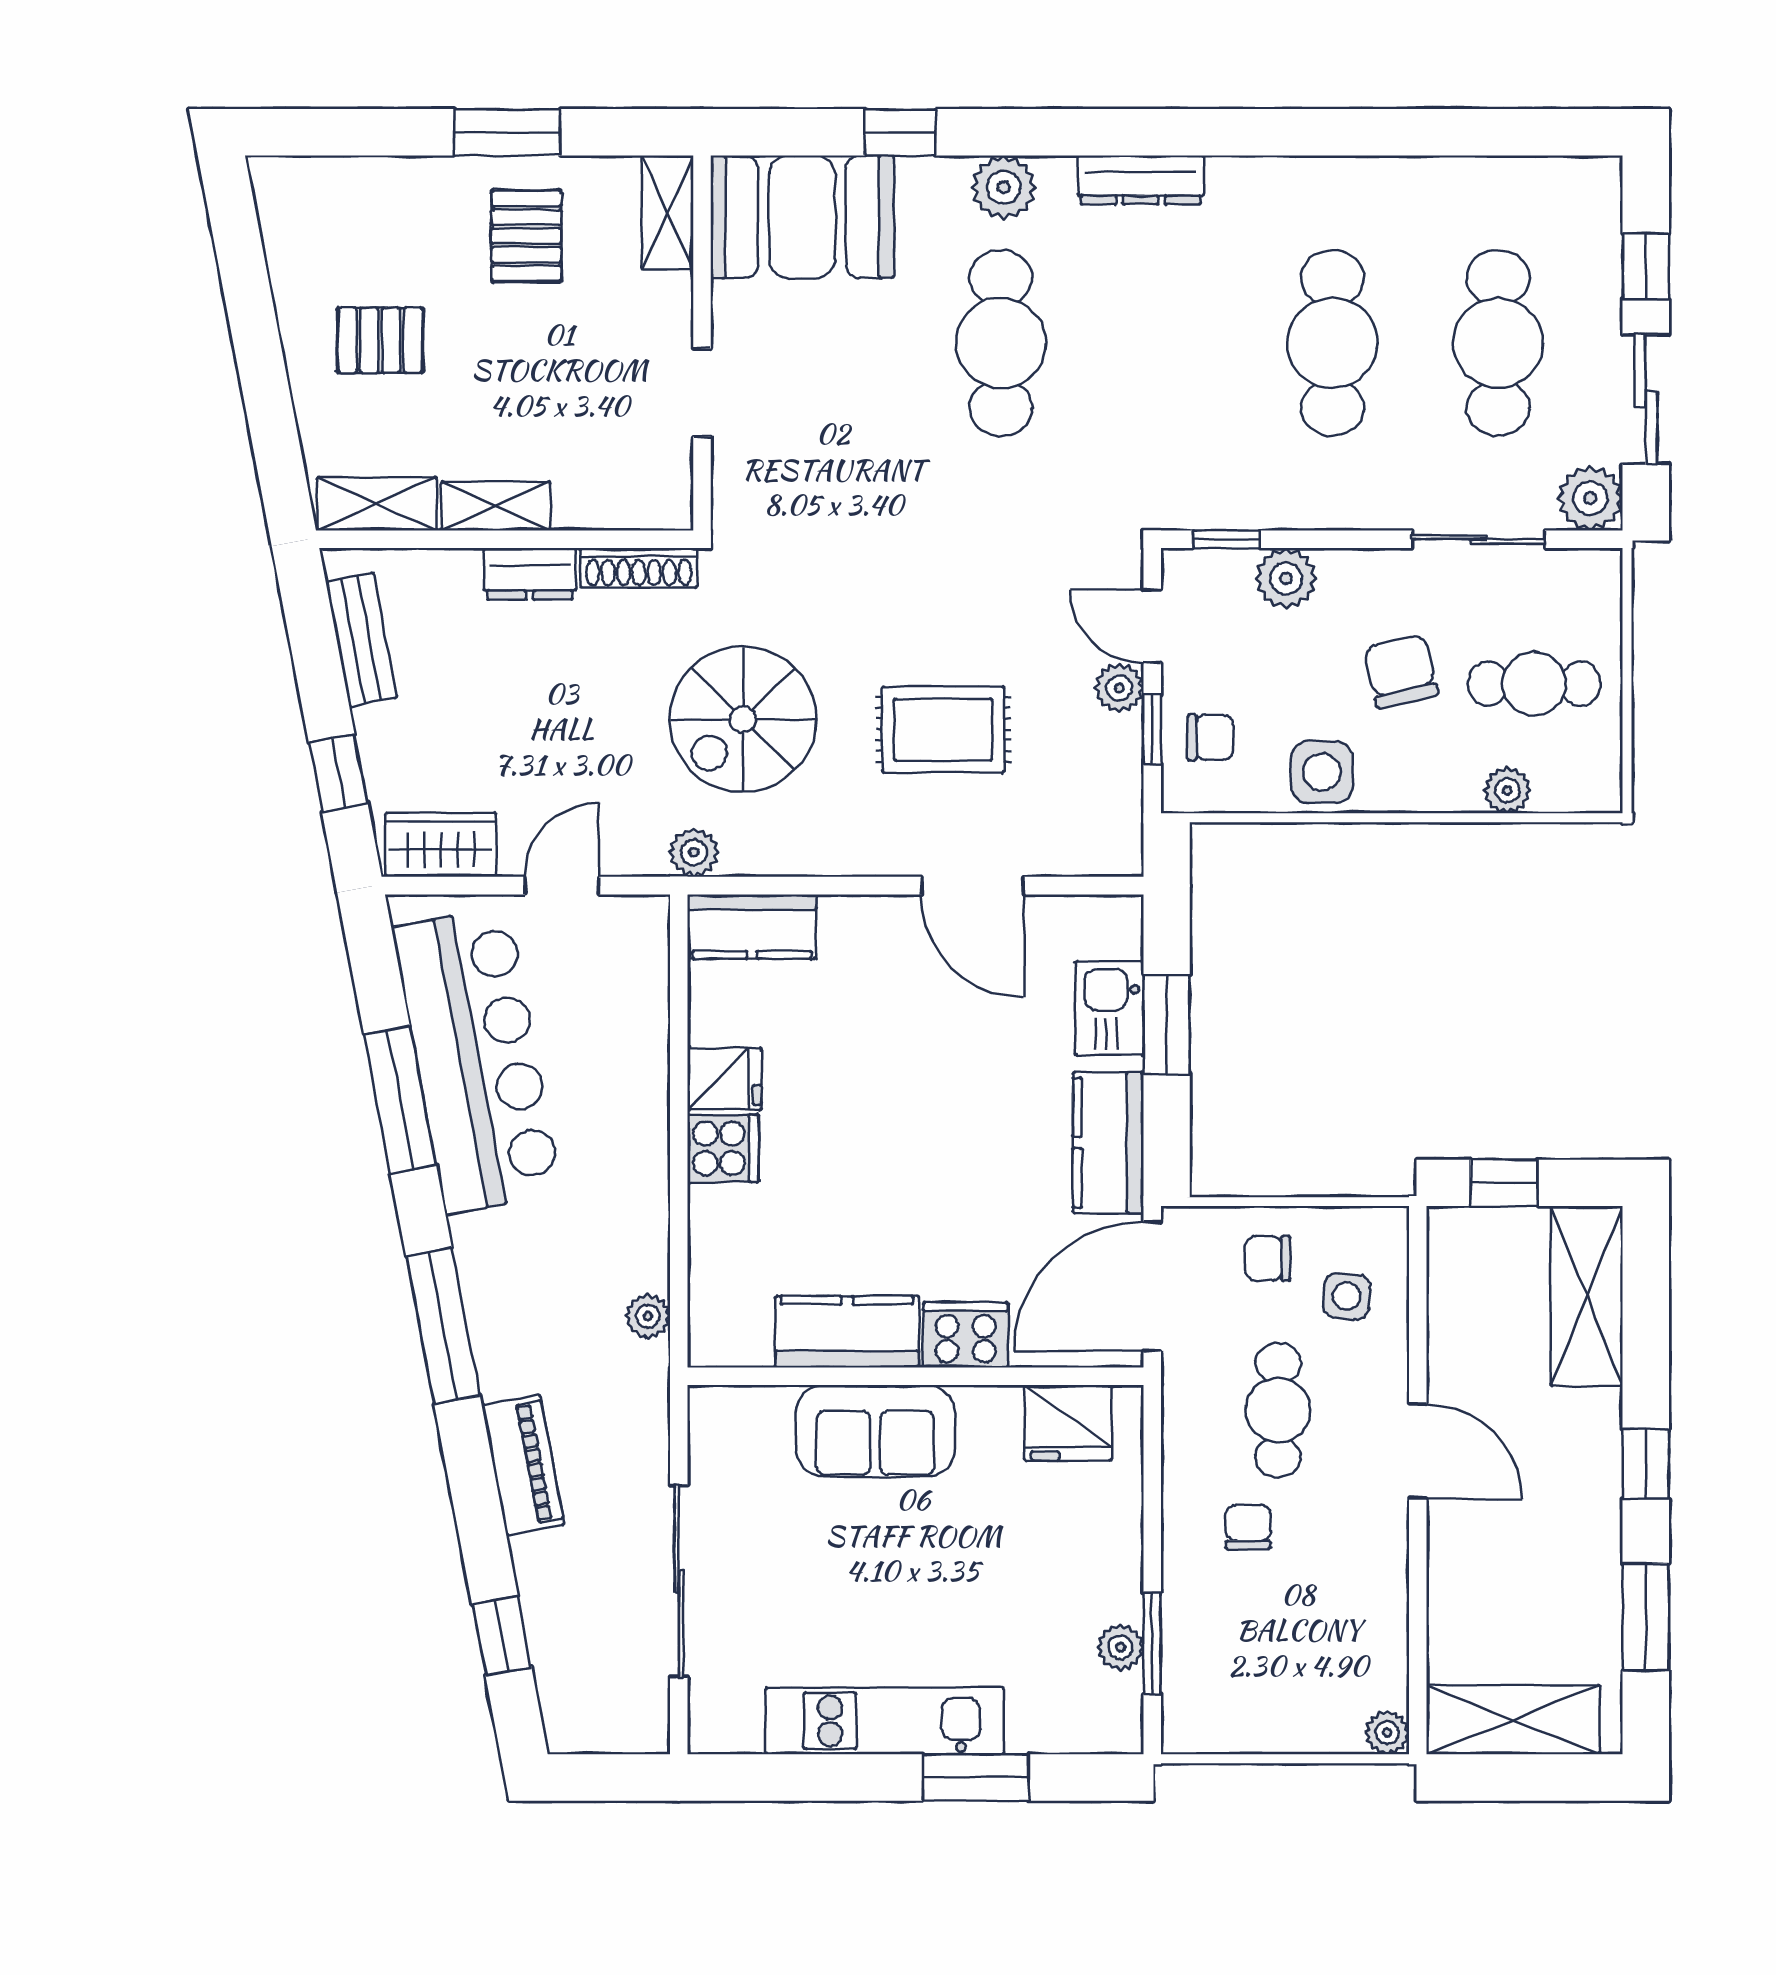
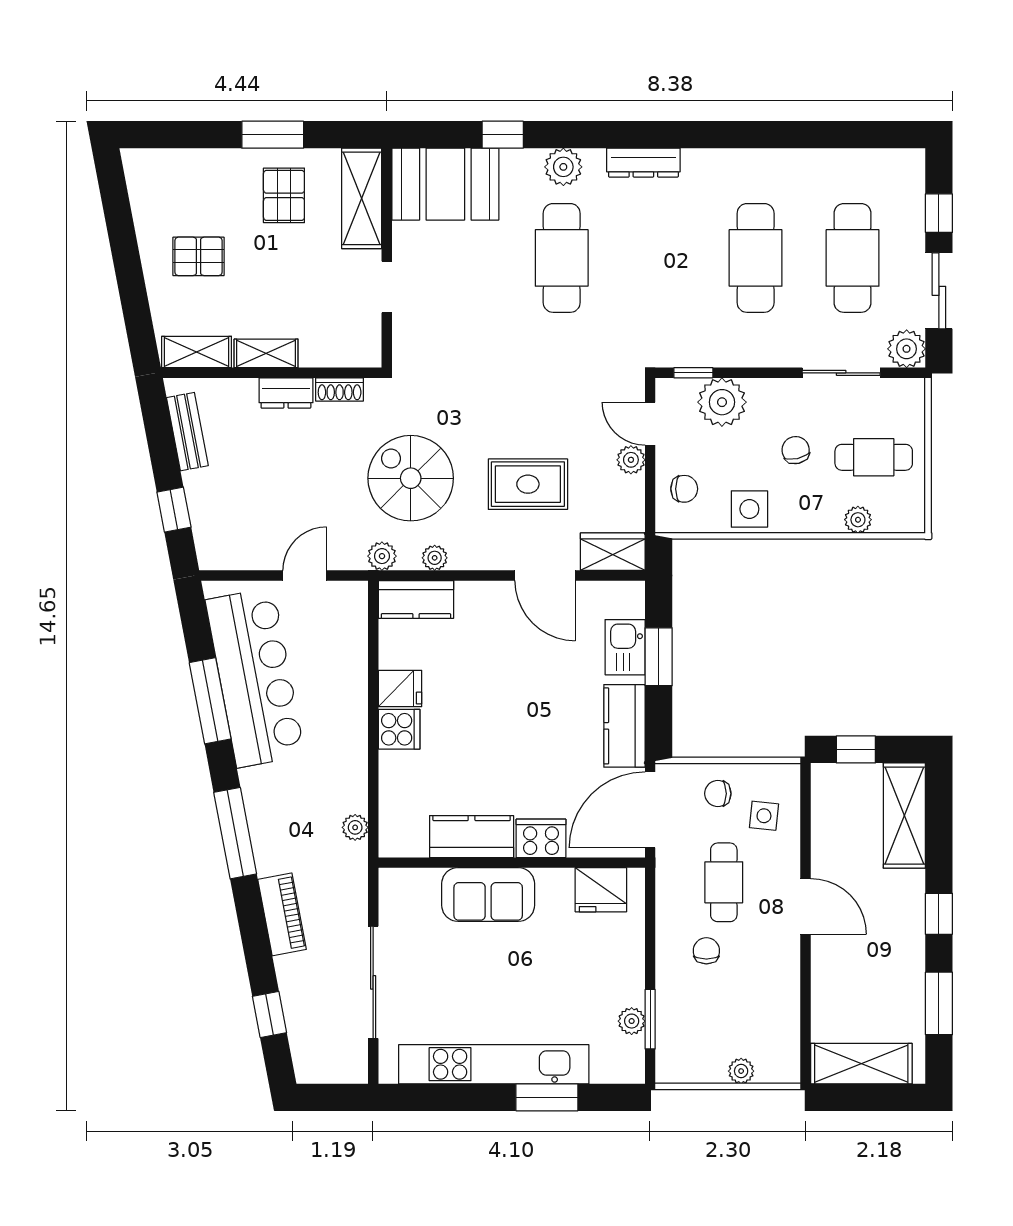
shelving: (668, 213) -> (362, 198), width x1.50, depth x1.33
shoe rack: (639, 568) -> (340, 389), width x0.70
plant: (1286, 578) -> (722, 402), width x1.36, depth x1.36
chair: (1401, 671) -> (796, 450), width x0.73, depth x0.73
spiral stairs: (743, 719) -> (411, 478), turned 90
window: (1152, 729) -> (650, 484), removed
wardrobe: (441, 845) -> (613, 552), moved
plant: (784, 855) -> (435, 558), added
kitchen unit: (885, 1721) -> (494, 1064), width x1.36
plant: (1387, 1733) -> (741, 1071), moved

